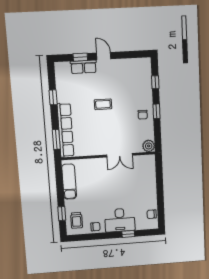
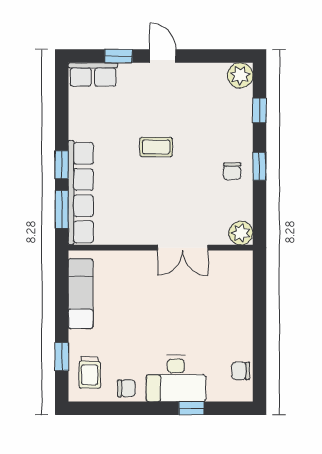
plant: (144, 64) -> (240, 75), added
row of seats: (84, 67) -> (93, 74), moved
window: (53, 97) -> (62, 165), moved

